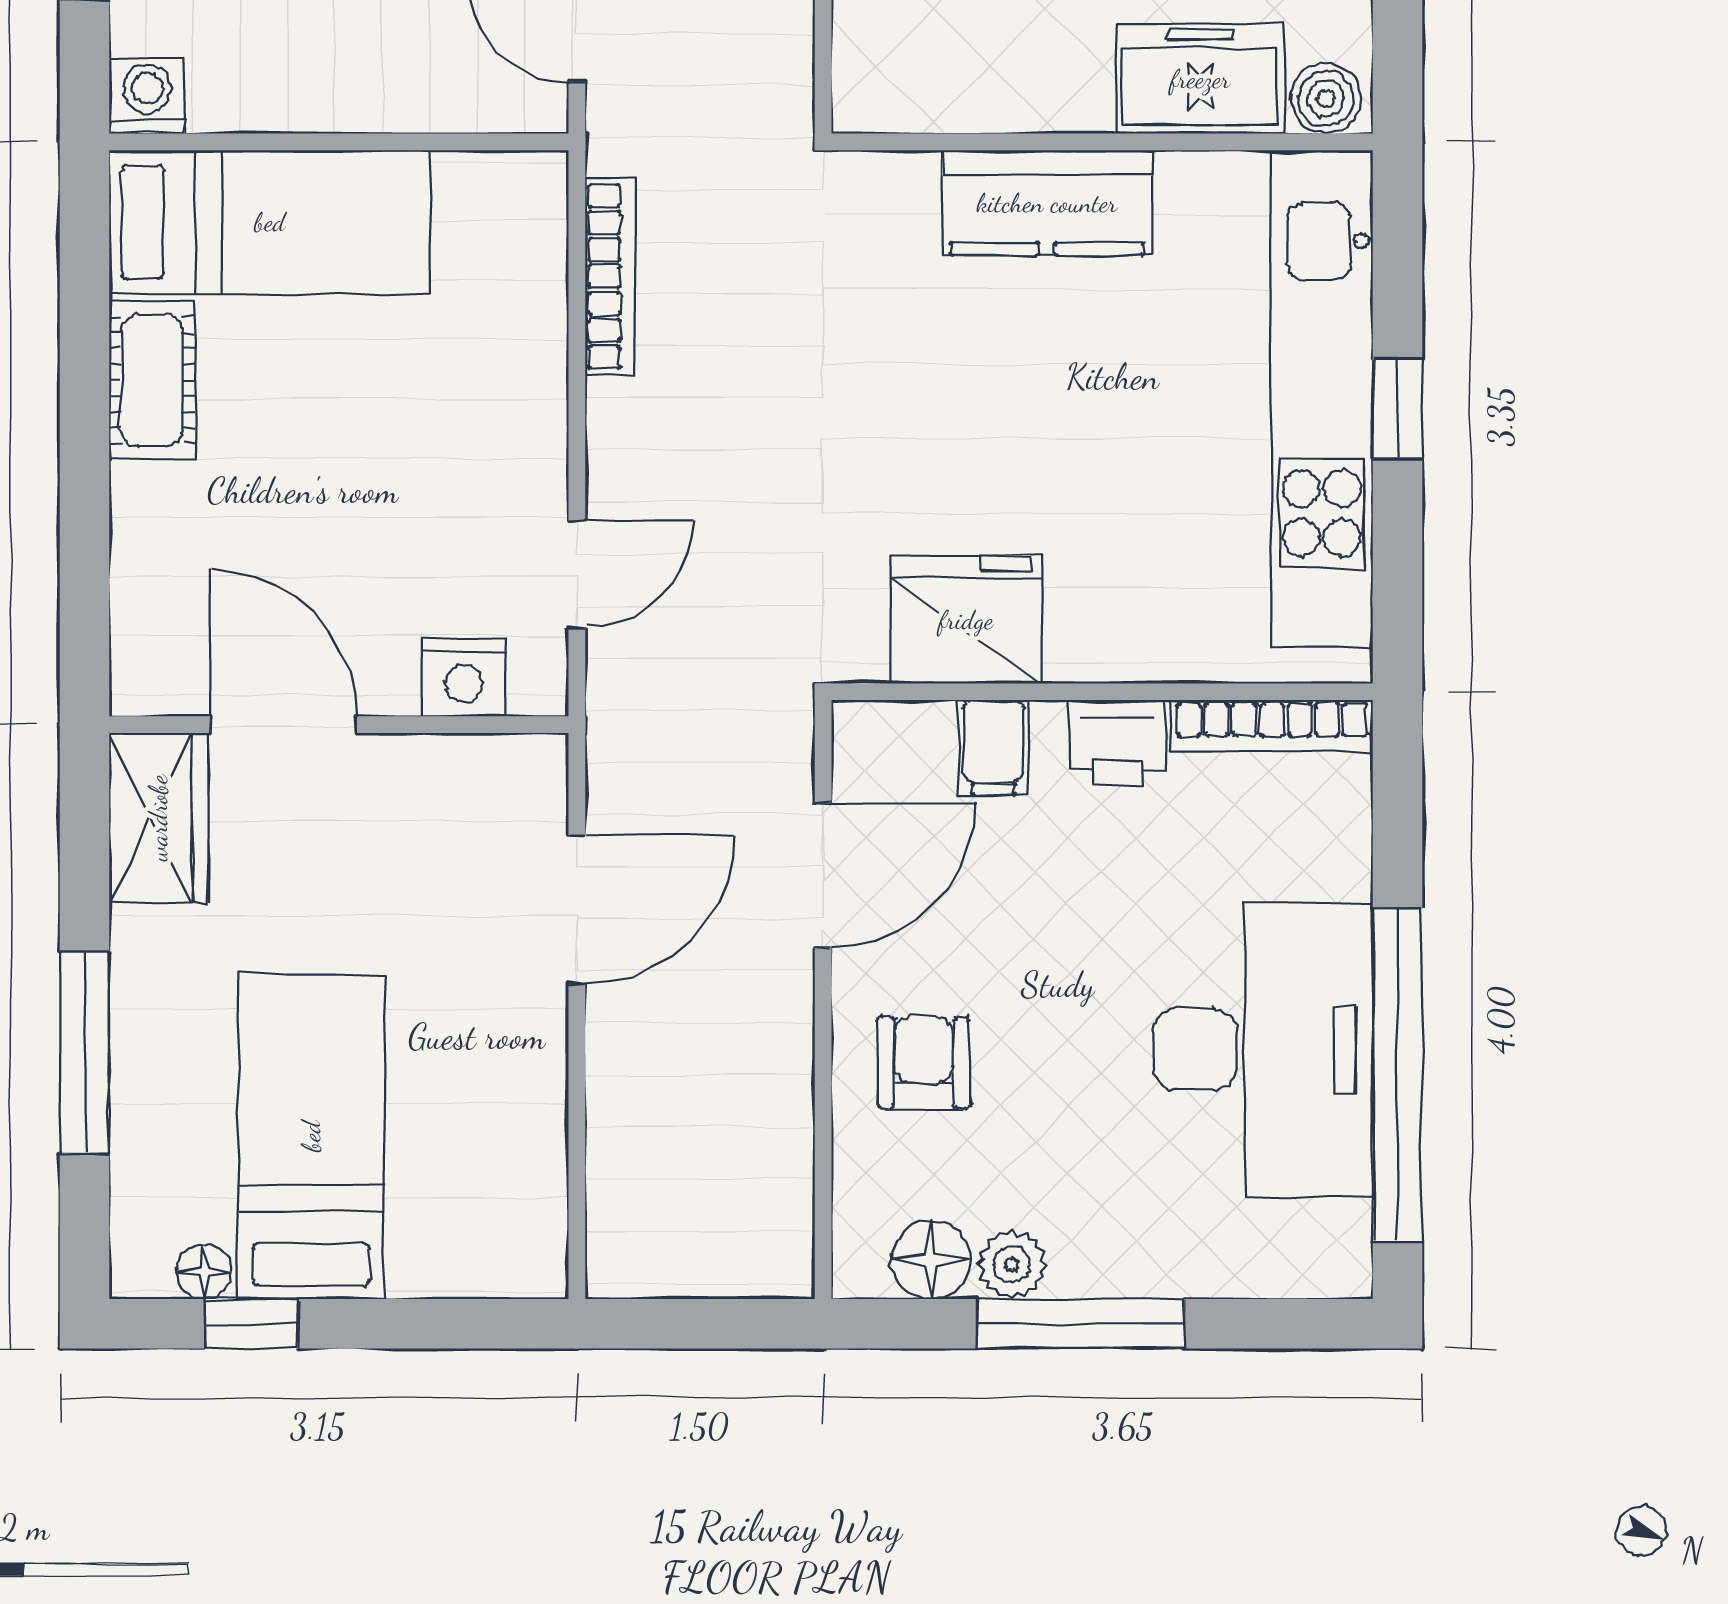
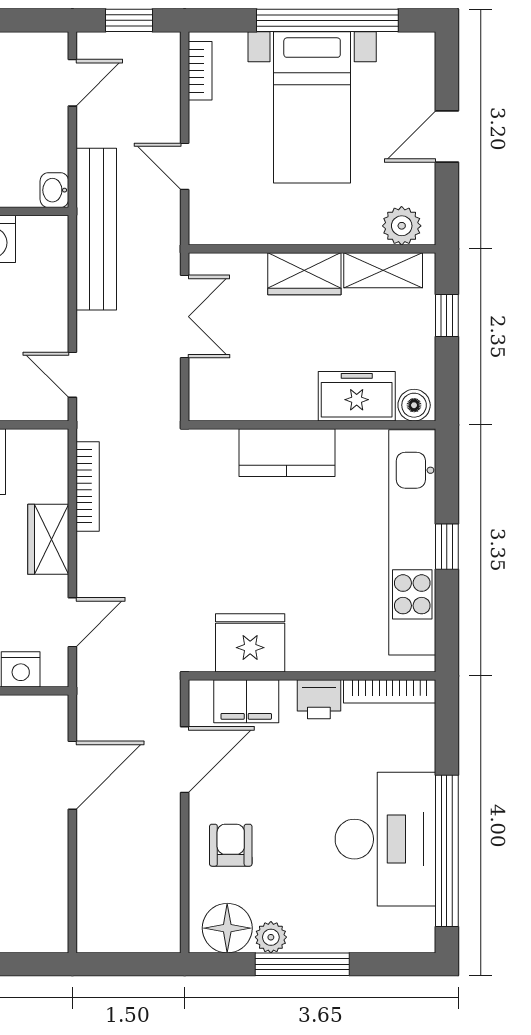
wardrobe: (524, 393) -> (48, 539), added
filing cabinet: (993, 747) -> (246, 701), width x2.00
floor lamp: (931, 1259) -> (227, 928), width x1.38, depth x1.38

